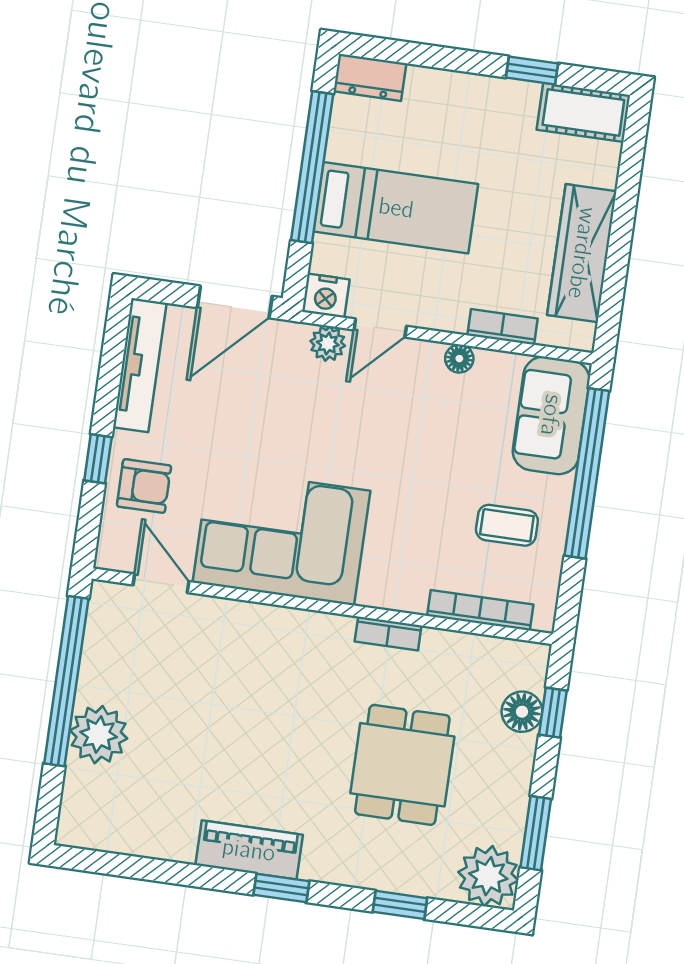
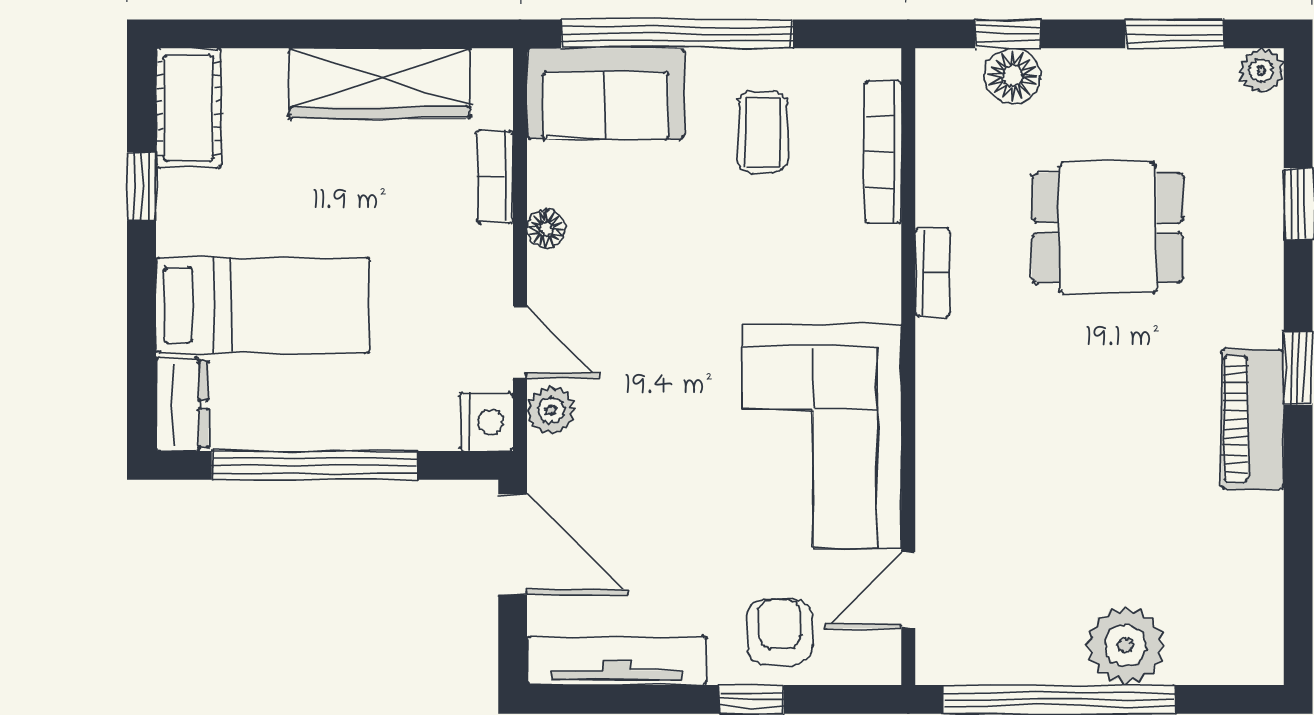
bed: (396, 208) -> (263, 305), moved, turned 90
plant: (488, 876) -> (1262, 70), width x0.53, depth x0.53

